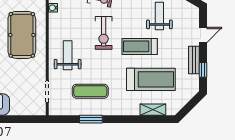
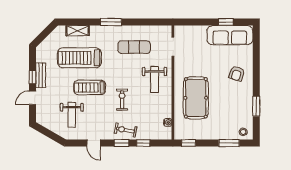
exercise bike: (104, 33) -> (122, 100), width x0.73, depth x0.72
treadmill: (140, 46) -> (90, 87), turned 180
window: (203, 70) -> (32, 77), moved
window: (91, 119) -> (111, 22), moved

